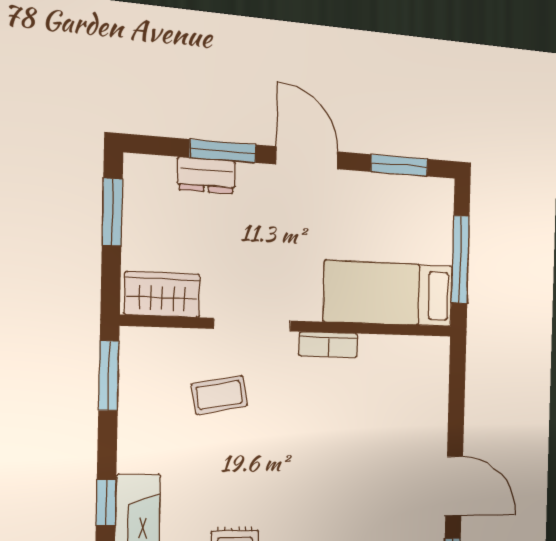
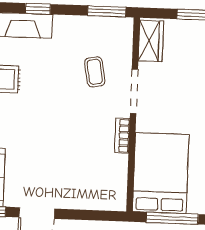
bed: (389, 294) -> (161, 173), width x1.50

